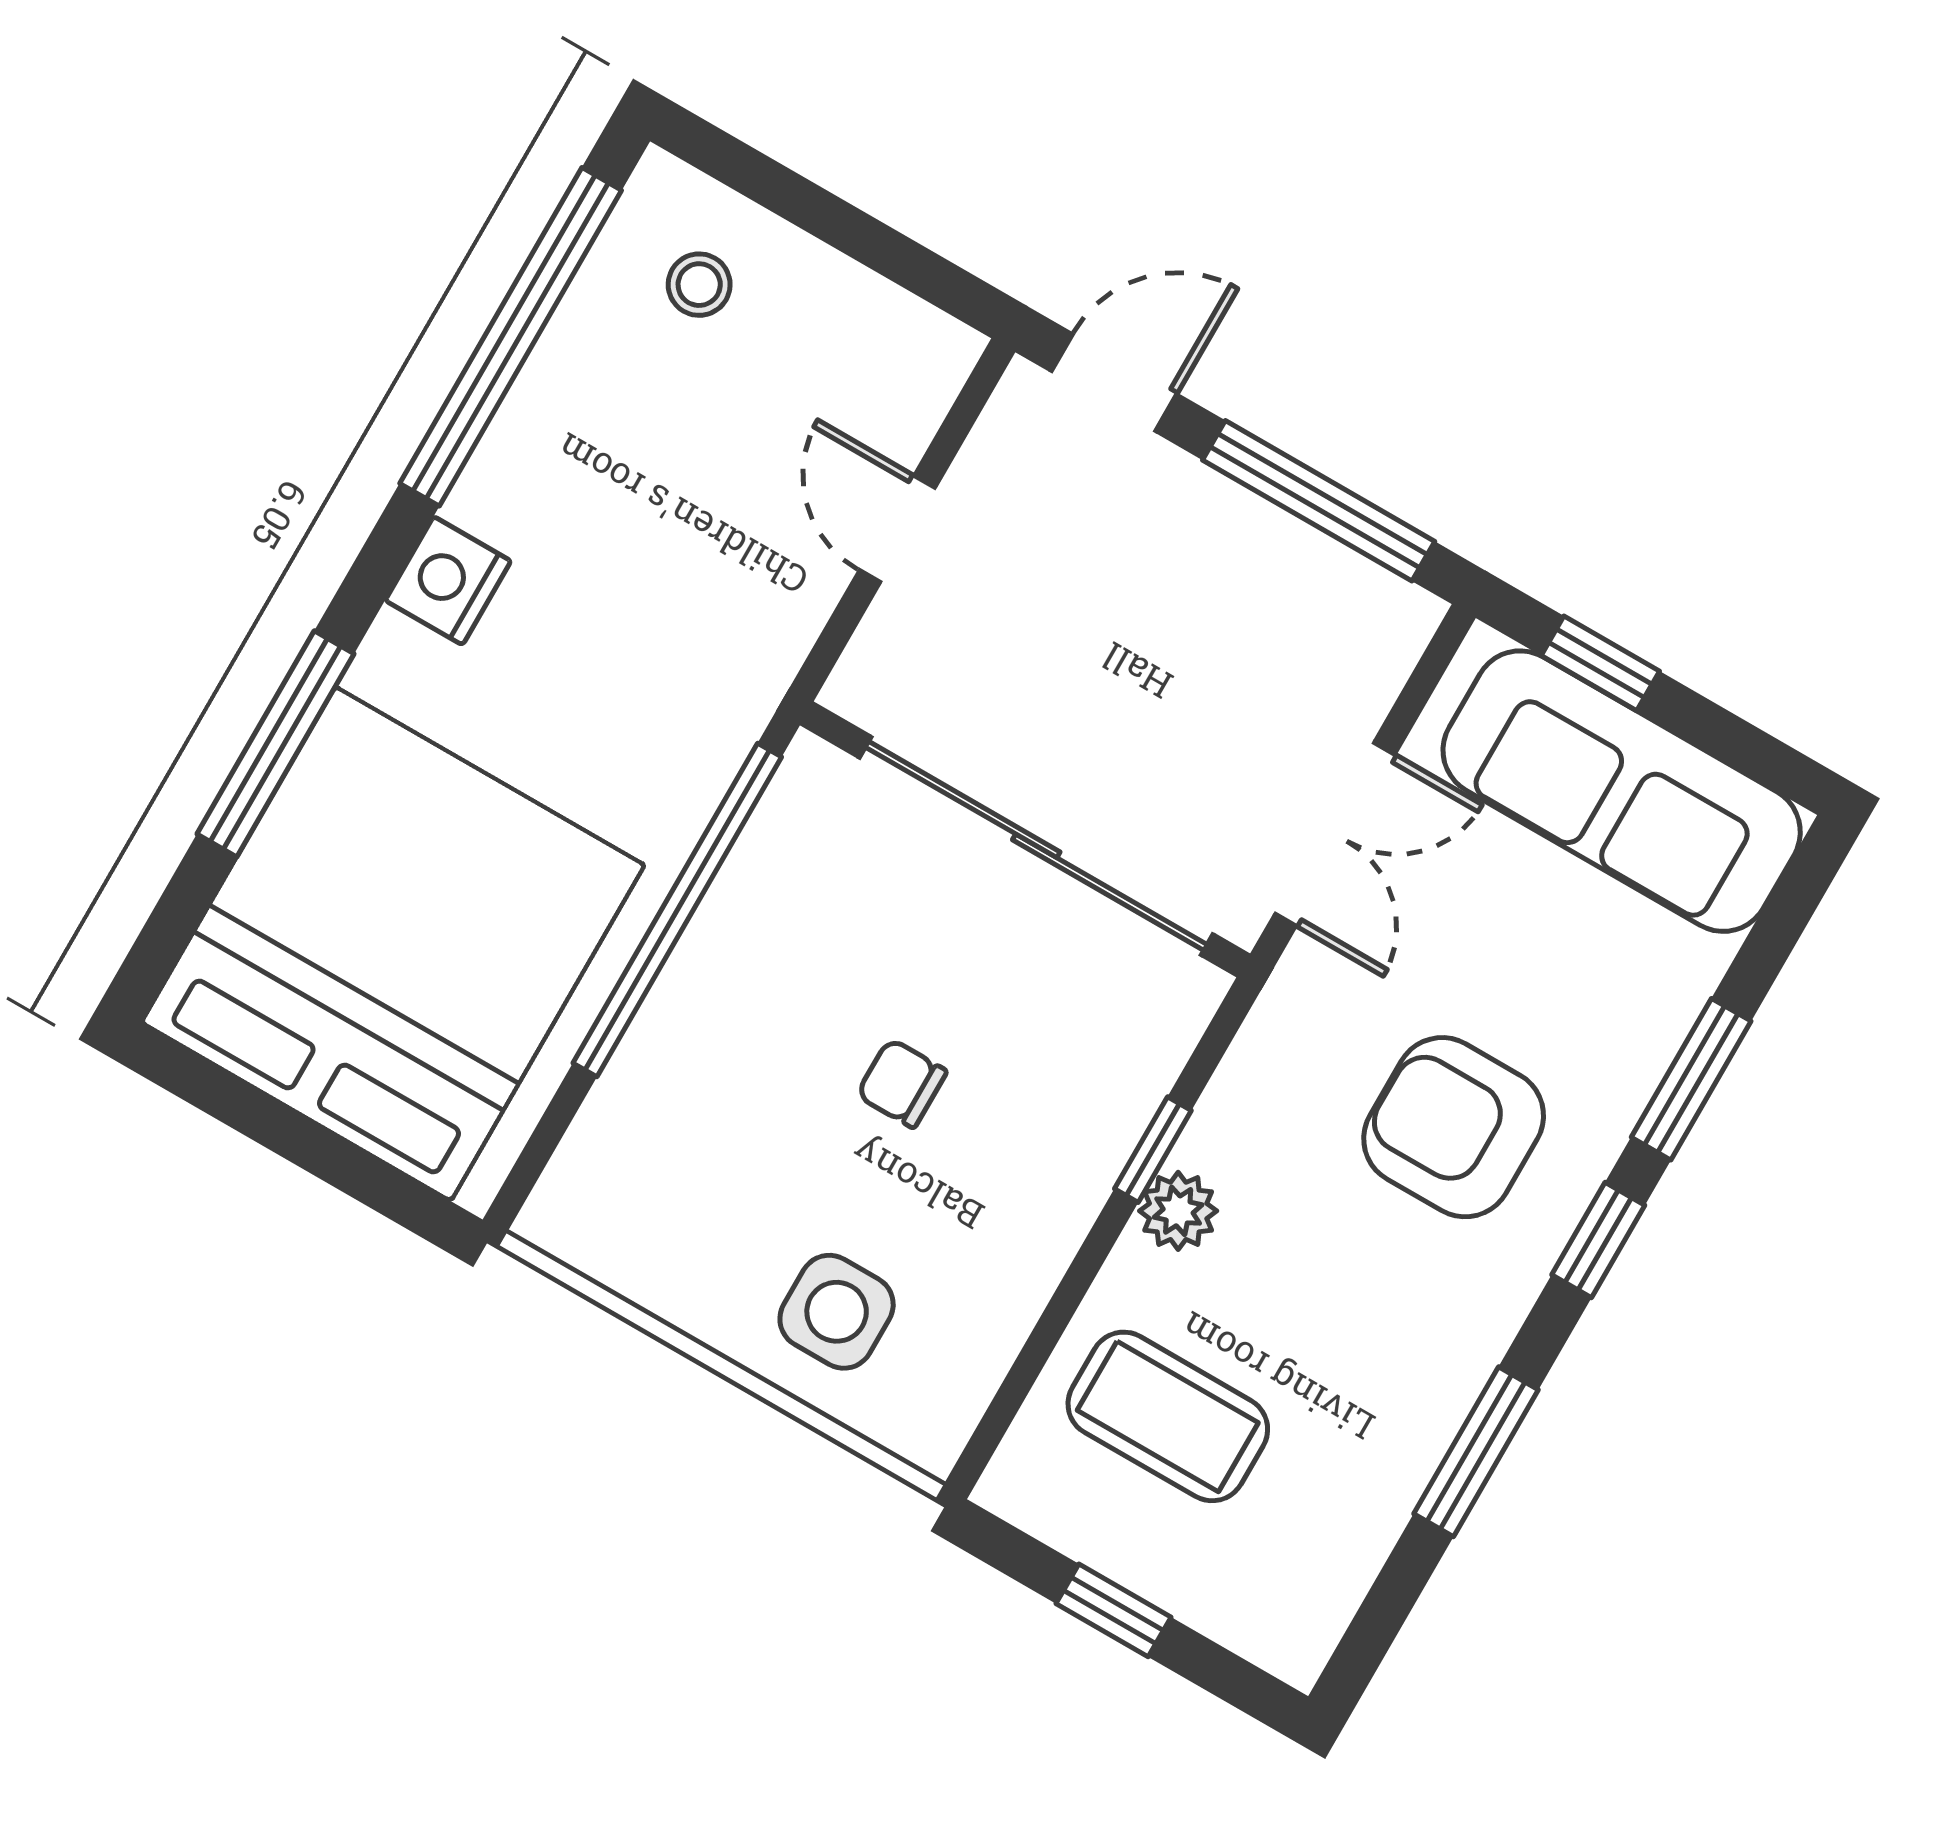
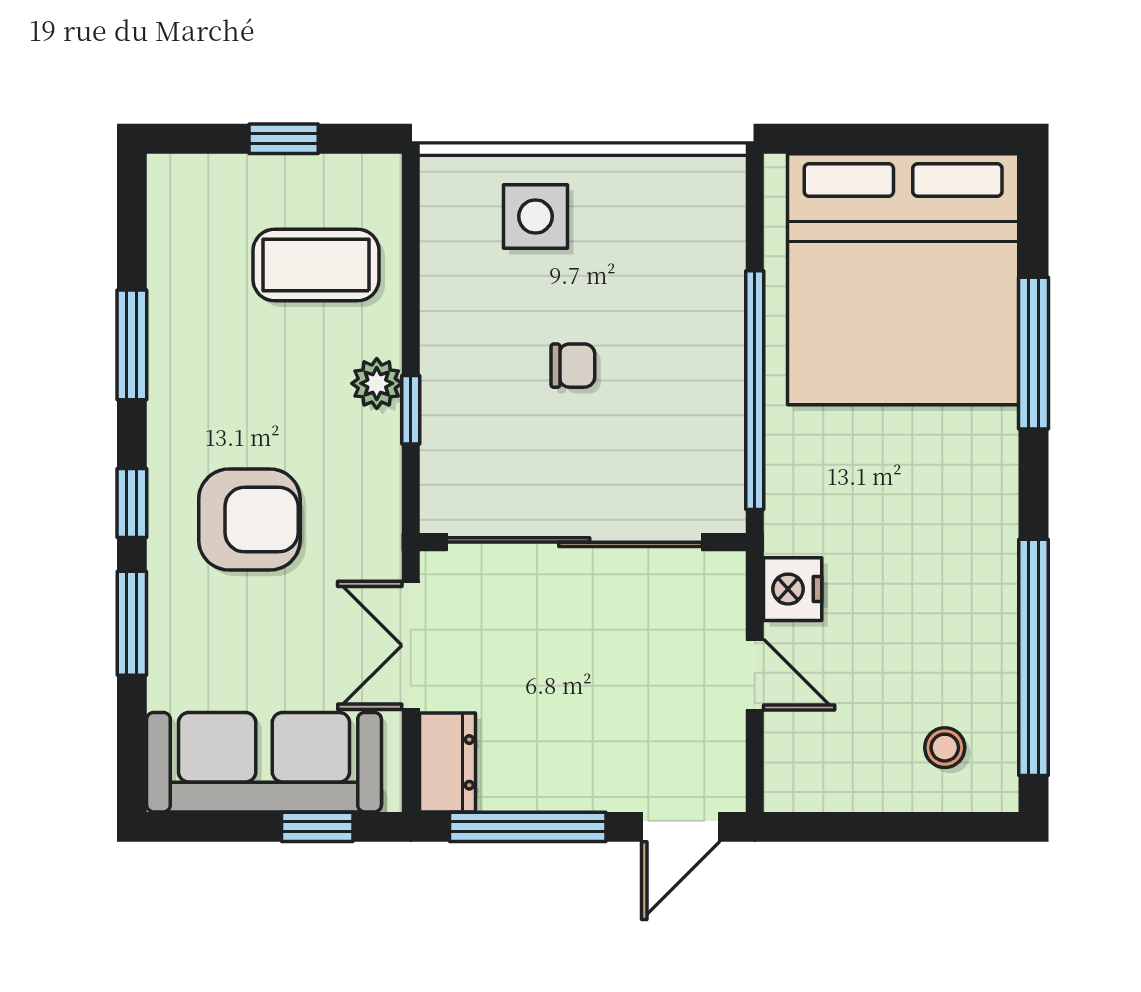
nightstand: (448, 581) -> (793, 589), moved, turned 180
dresser: (1376, 649) -> (448, 762), added

